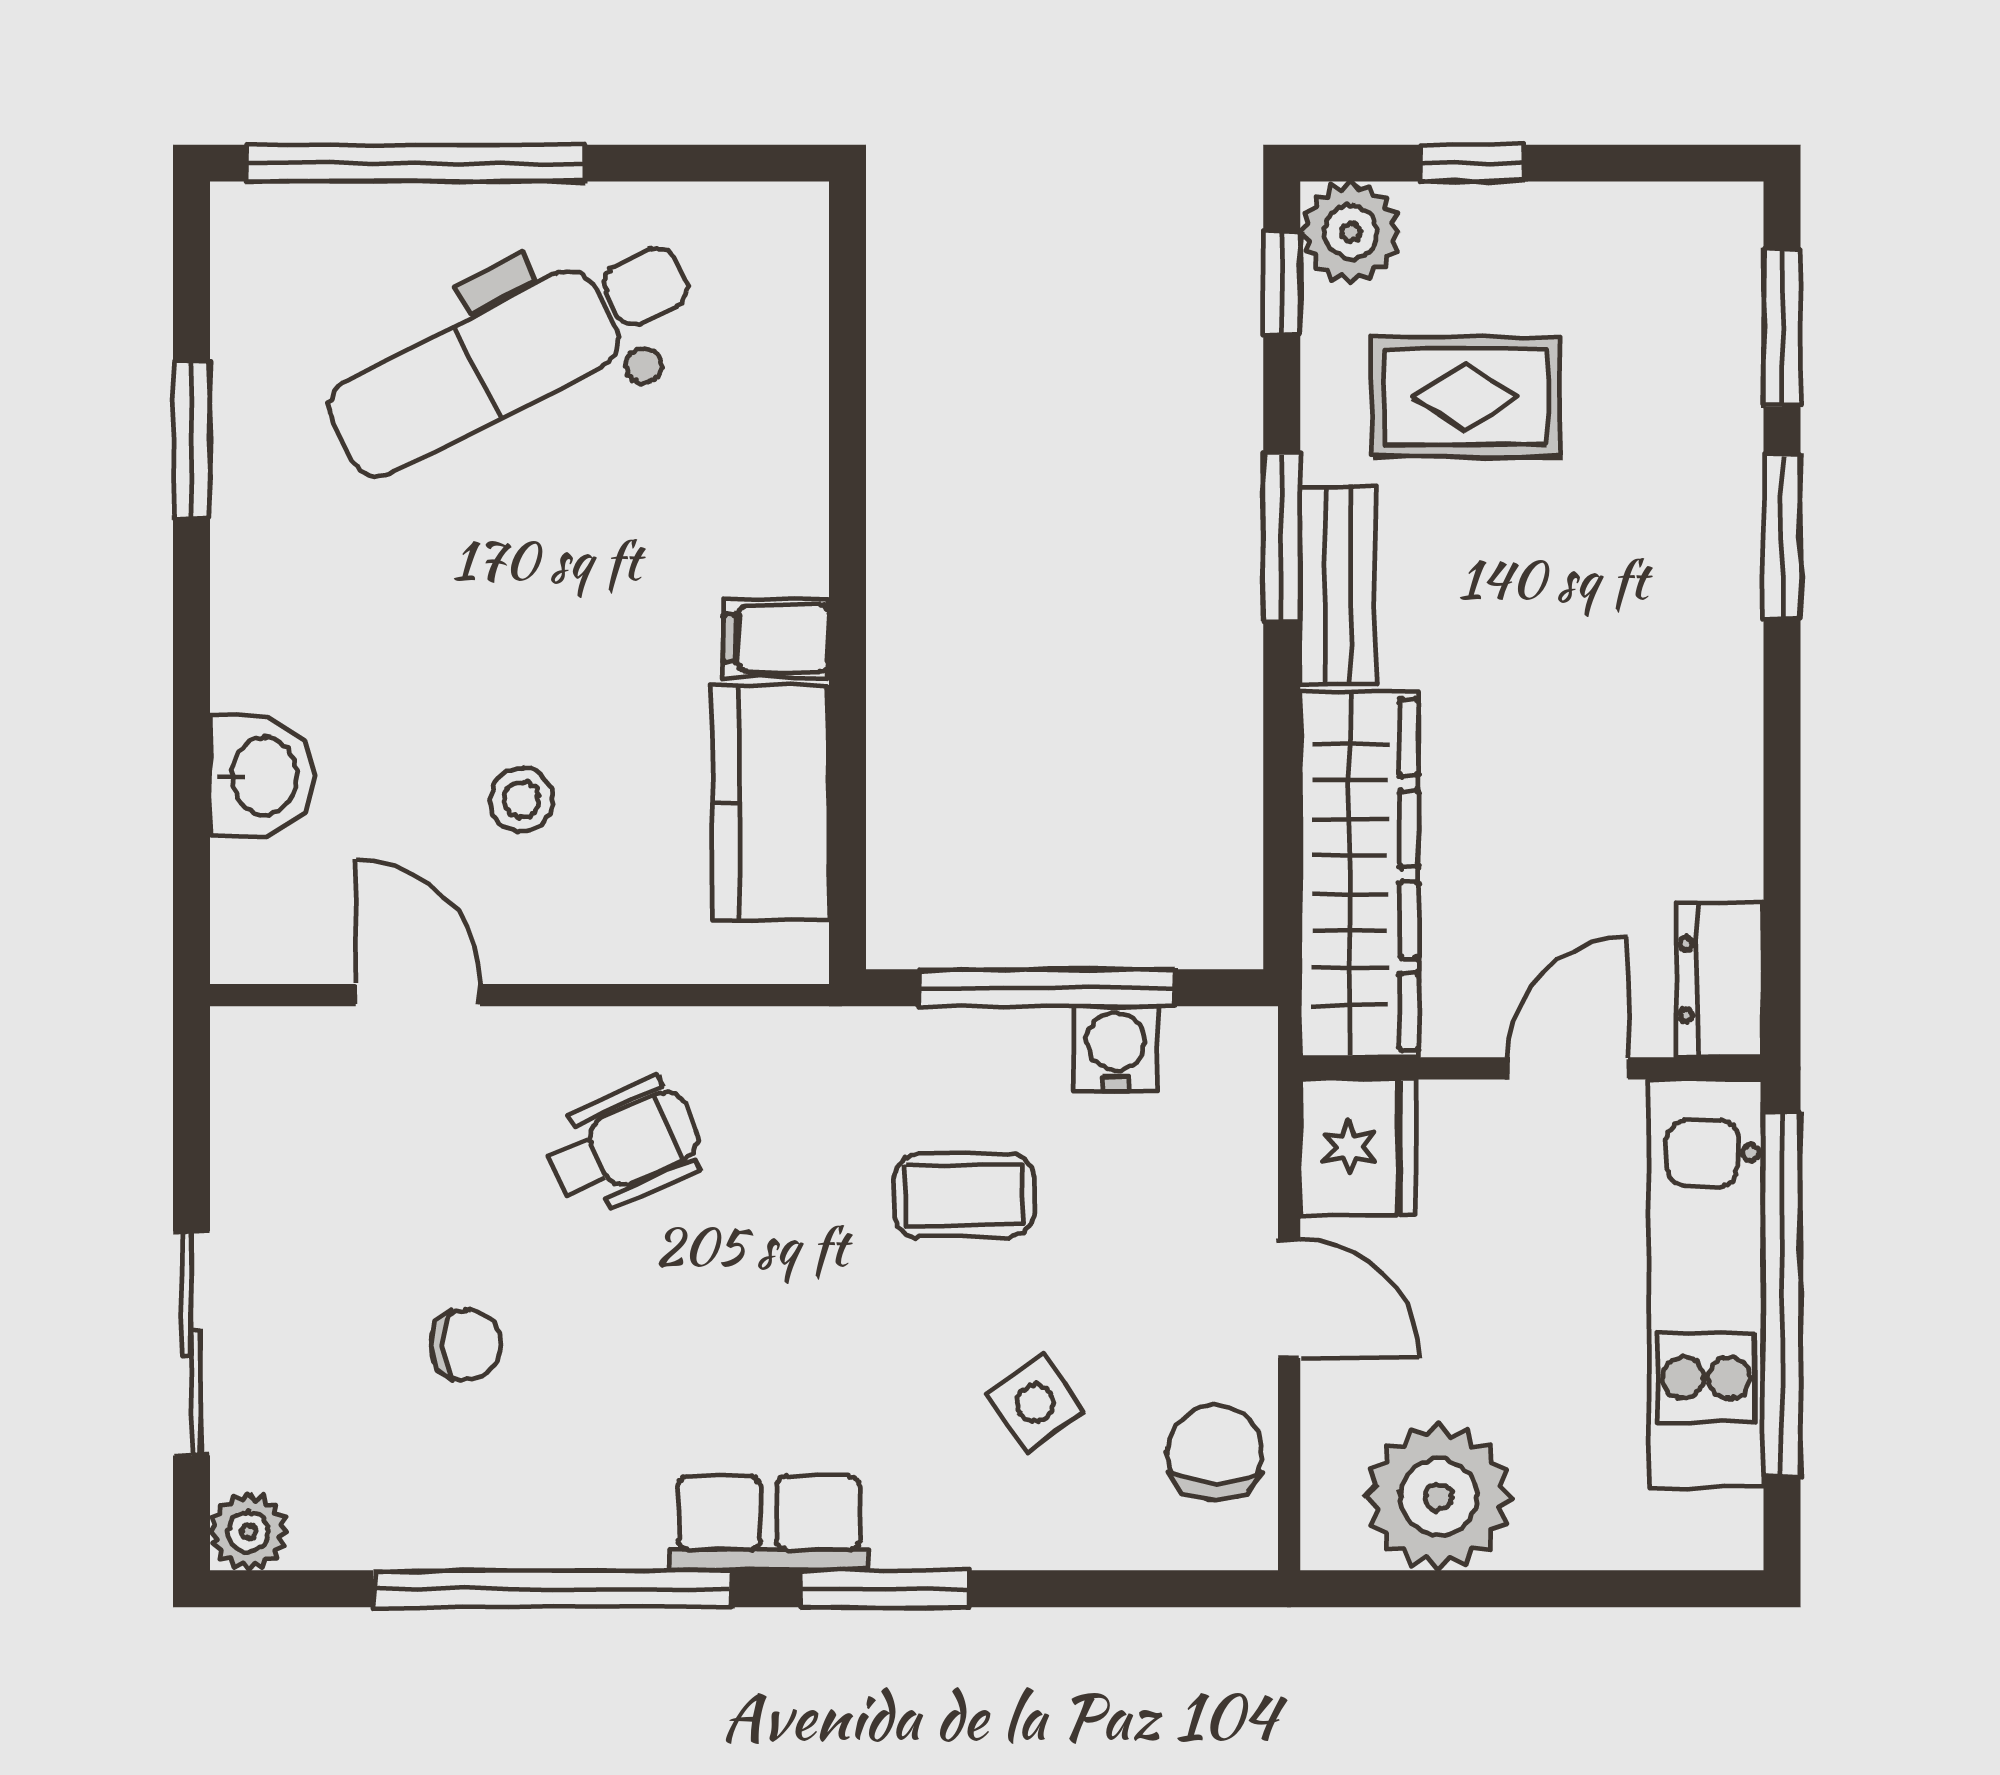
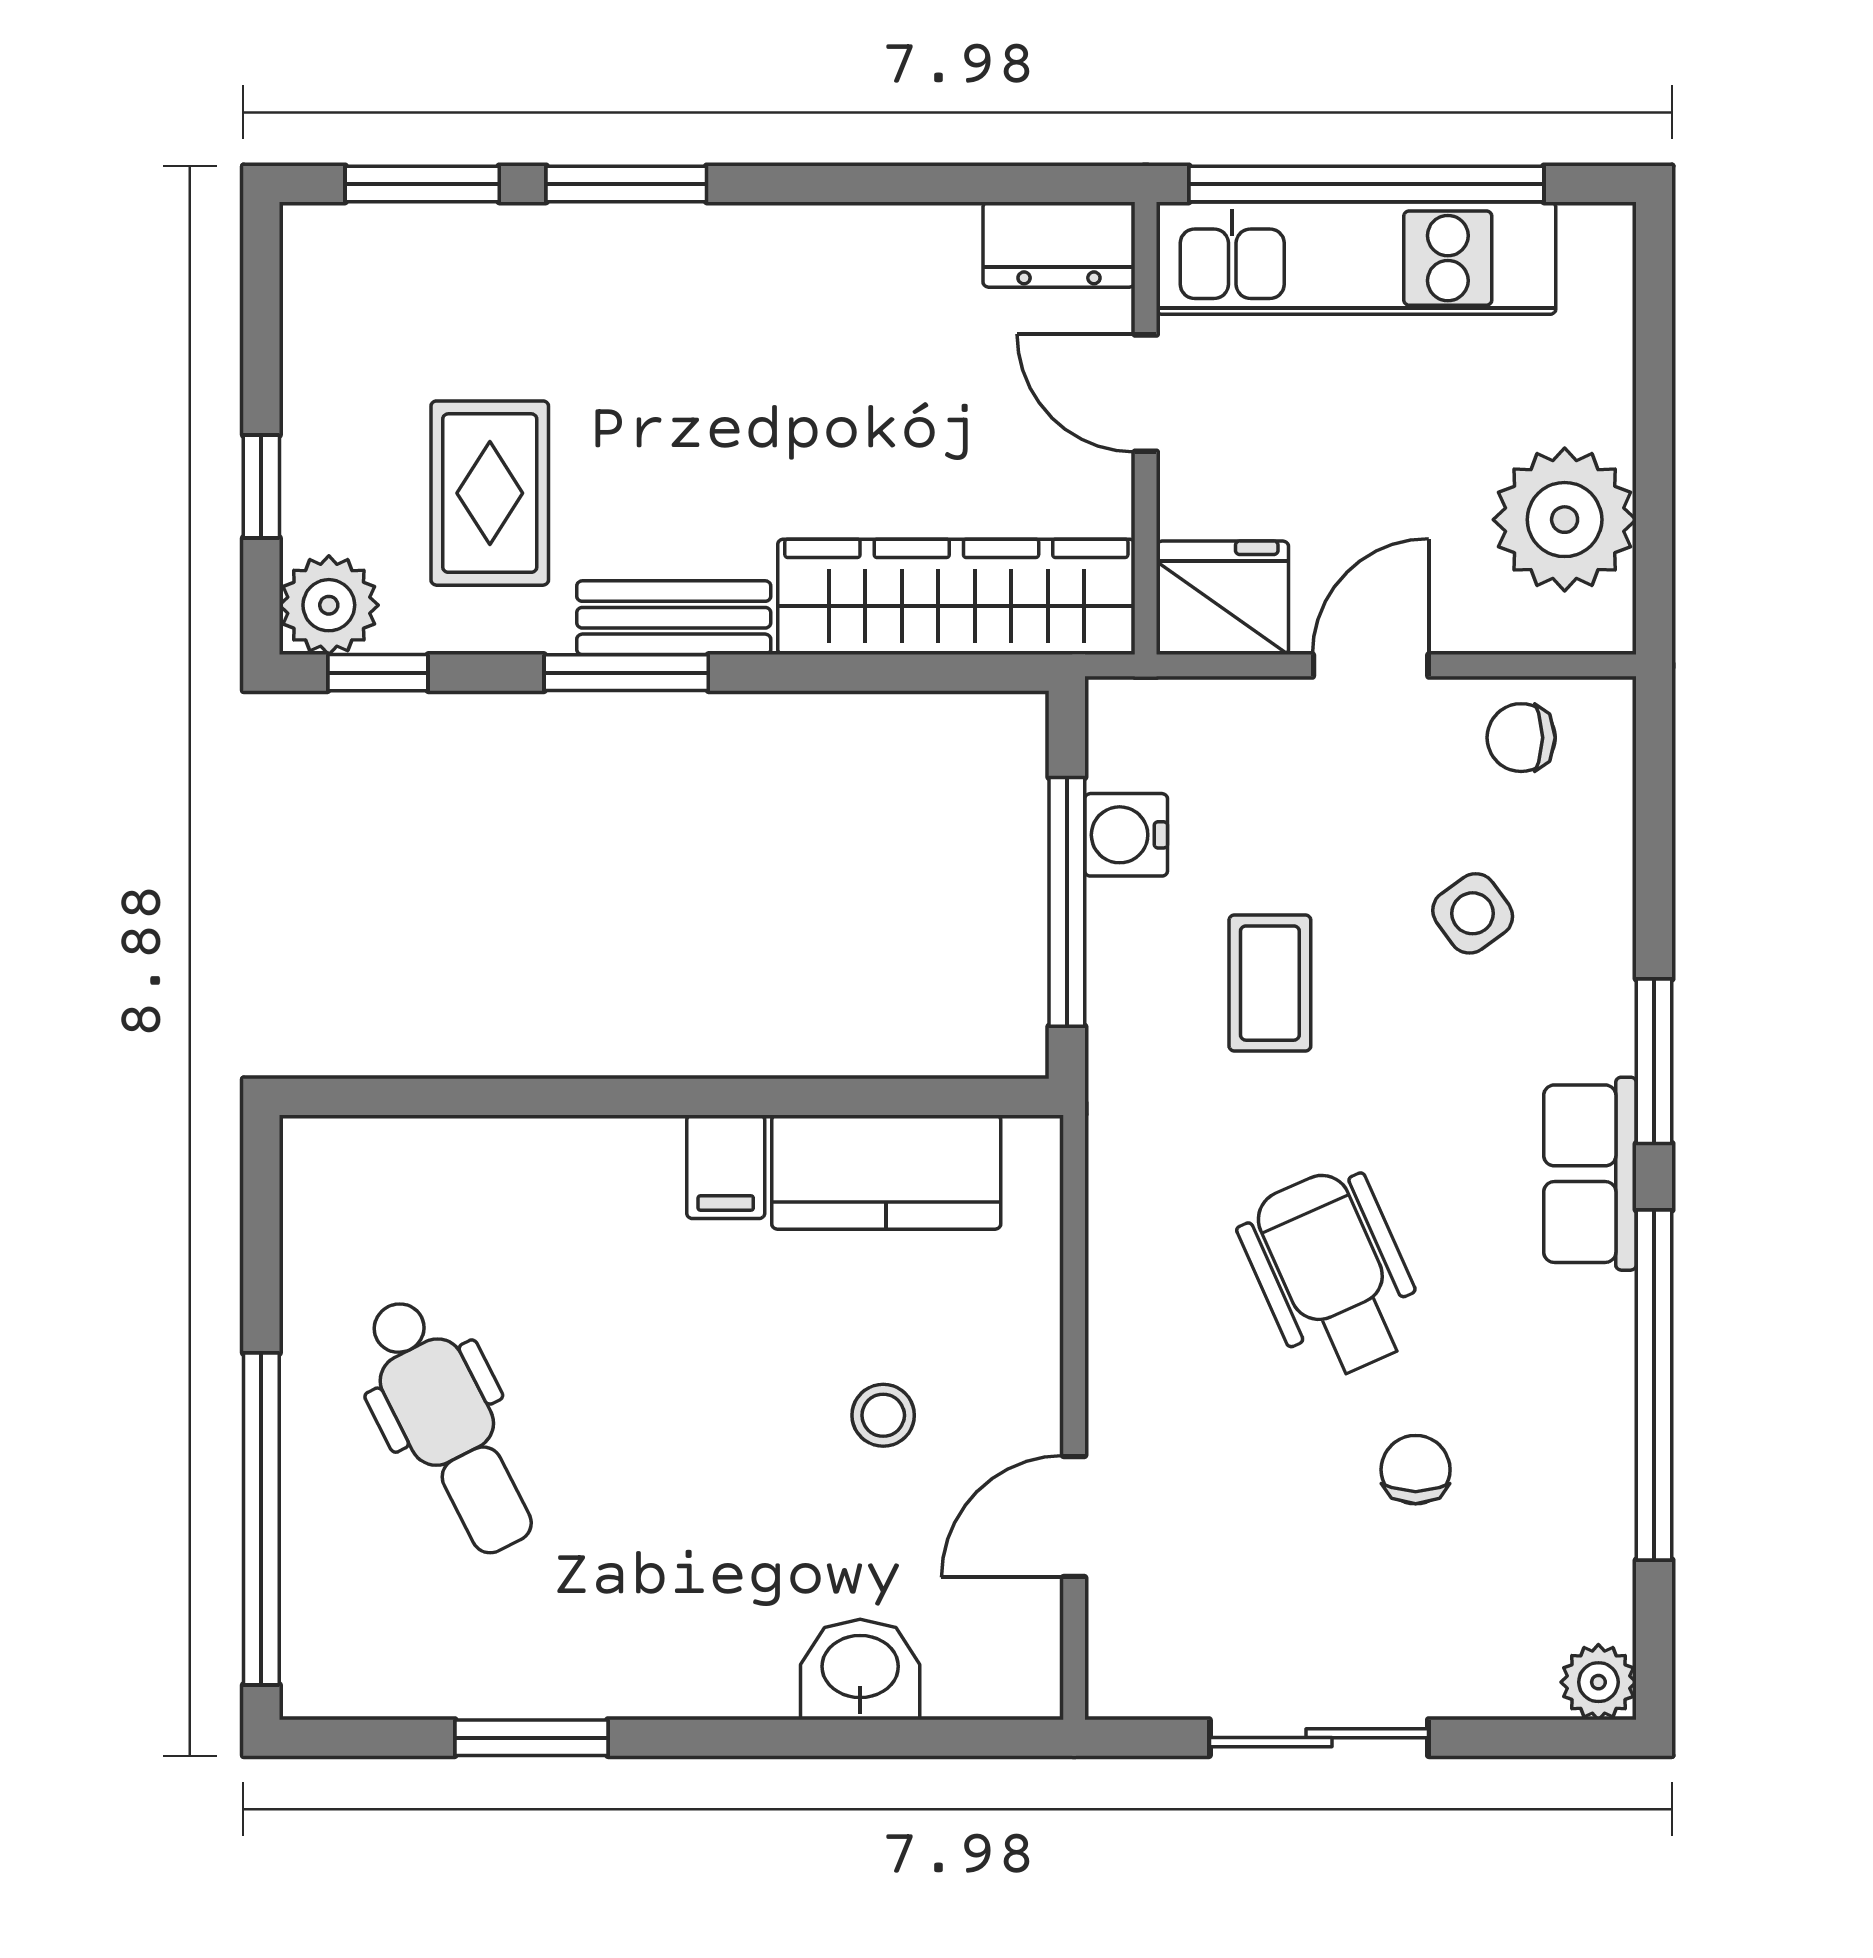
dental chair: (511, 355) -> (449, 1426), width x0.73, depth x0.72
wheelchair: (624, 1147) -> (1332, 1274), moved, width x1.36, depth x1.37
sliding door: (191, 1343) -> (1319, 1738), moved
chair: (1215, 1453) -> (1521, 738), width x0.73, depth x0.73

